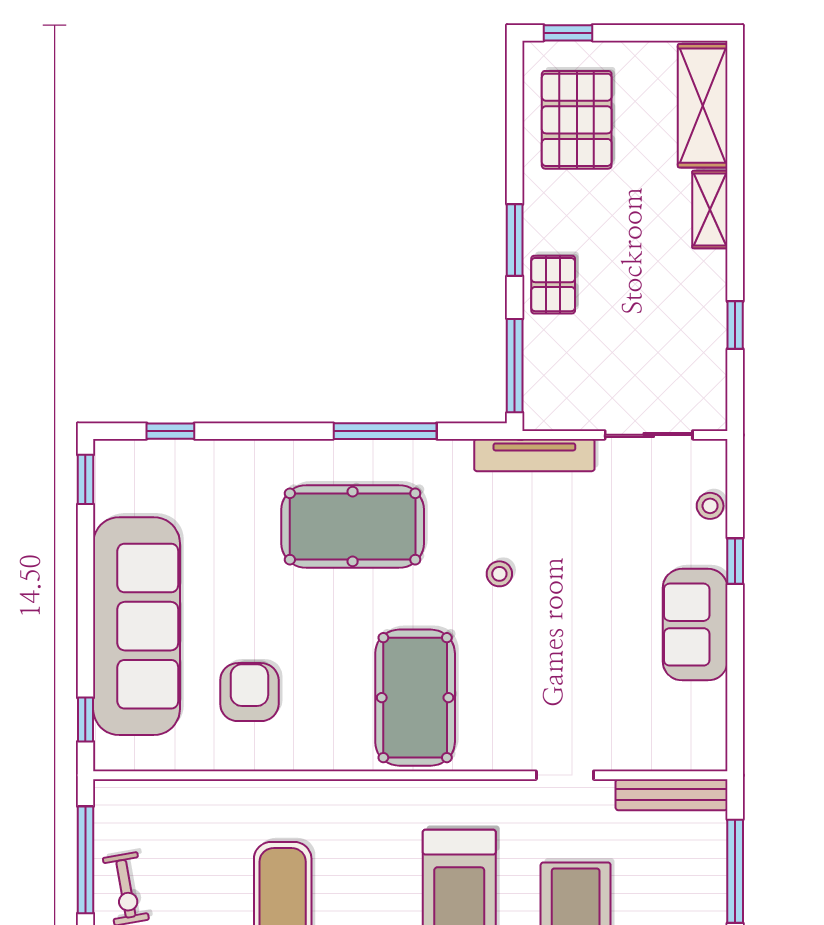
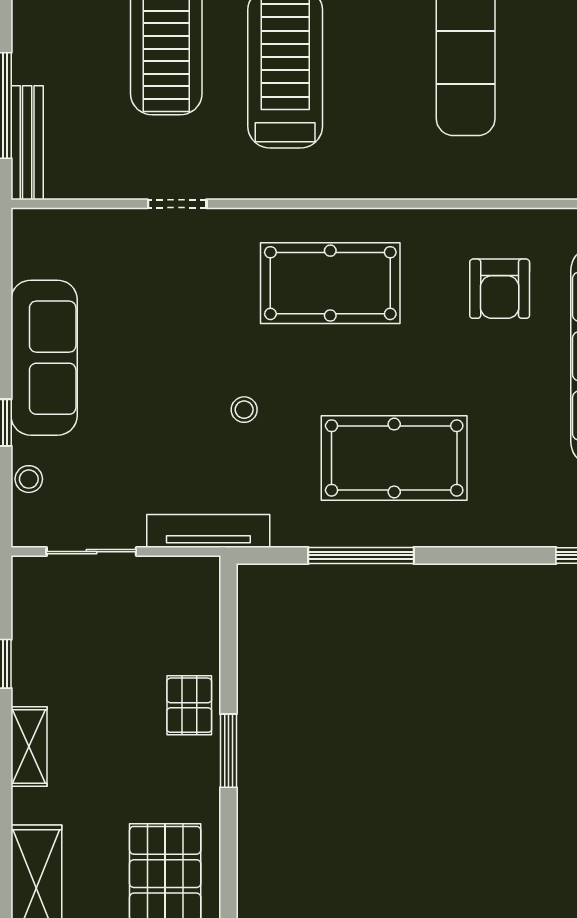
shelving: (710, 210) -> (29, 747), moved
window: (515, 366) -> (228, 622), removed
sofa: (695, 625) -> (44, 358), width x1.36
pool table: (415, 698) -> (330, 283), turned 90
bench: (672, 795) -> (27, 143), moved, turned 90

